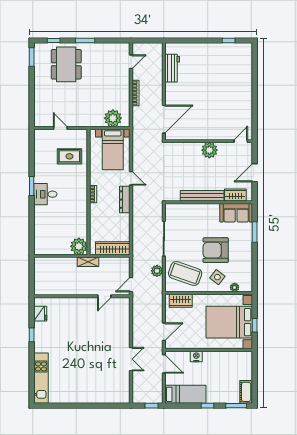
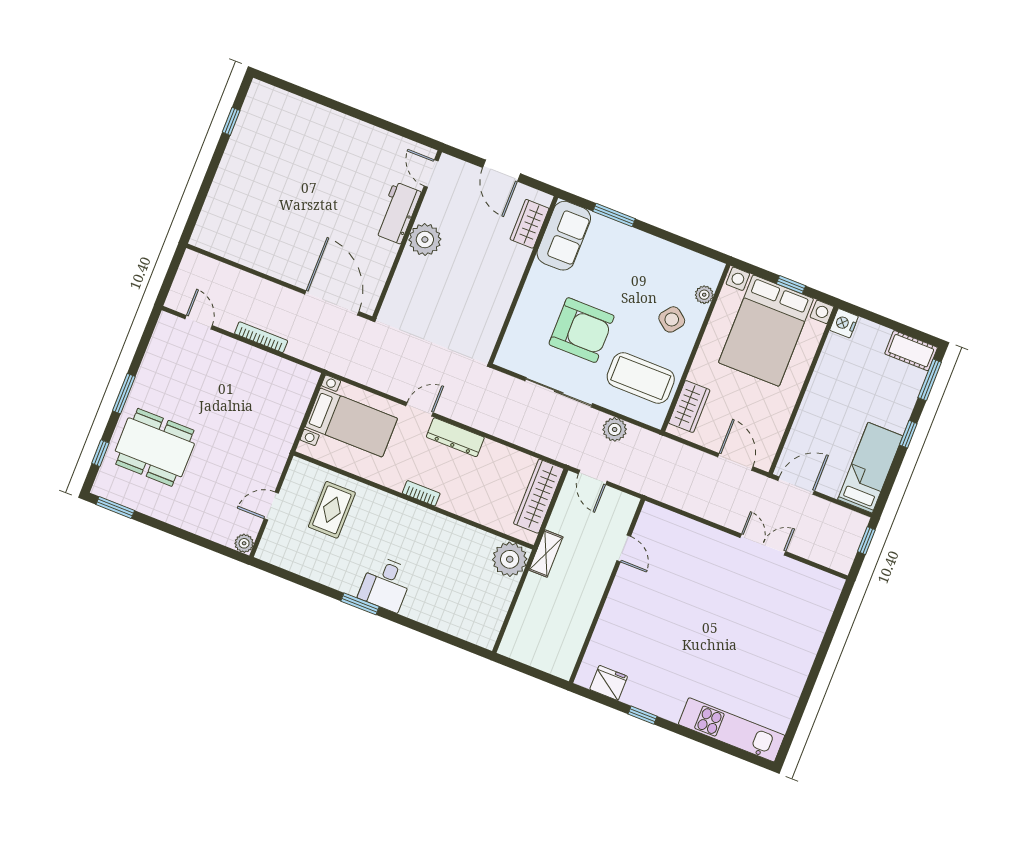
workbench: (172, 68) -> (397, 213), moved, turned -90
plant: (113, 118) -> (244, 543), moved, width x0.53, depth x0.53
bench: (202, 196) -> (506, 288), removed
armchair: (216, 250) -> (582, 330), moved, turned -90
coffee table: (185, 273) -> (641, 378), turned 71
door: (131, 285) -> (593, 477), moved
nightstand: (196, 356) -> (844, 323), moved

